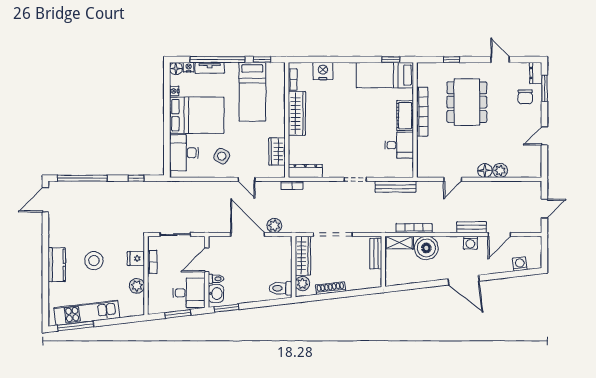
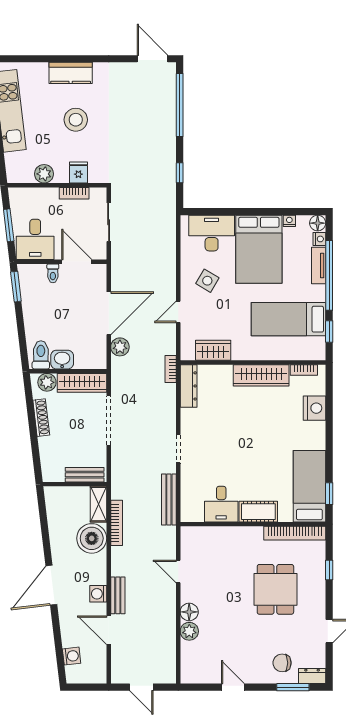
dining table: (467, 102) -> (275, 589), width x0.73
bookcase: (422, 112) -> (295, 533), moved
washbasin: (216, 293) -> (62, 360), moved, turned 180

